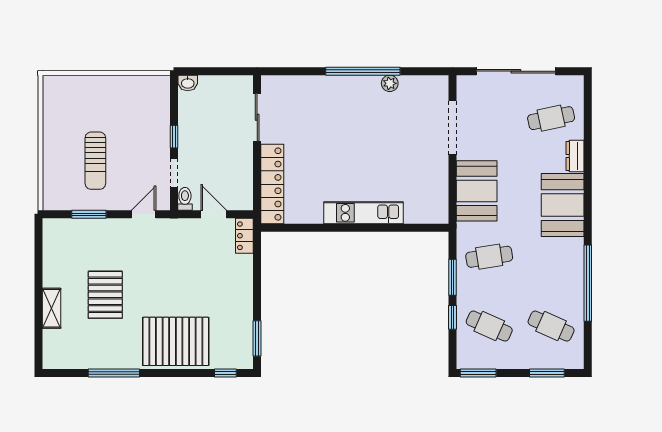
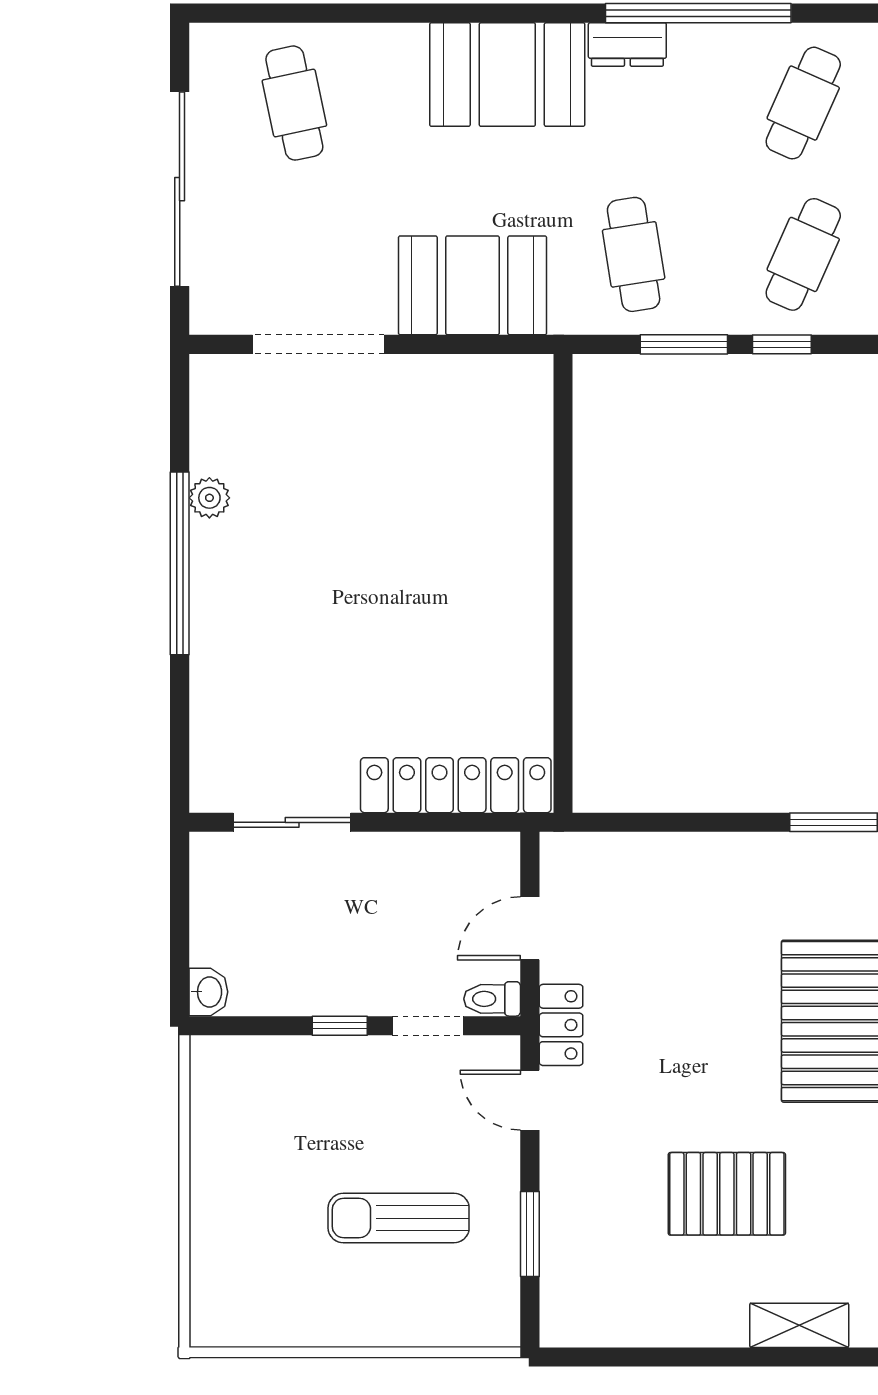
dresser: (575, 156) -> (627, 44), moved
sun lounger: (95, 161) -> (399, 1218), turned 180
kitchen unit: (364, 213) -> (526, 562), removed
locker: (244, 236) -> (561, 1025), moved, turned -90
shelving: (52, 308) -> (799, 1325), moved

